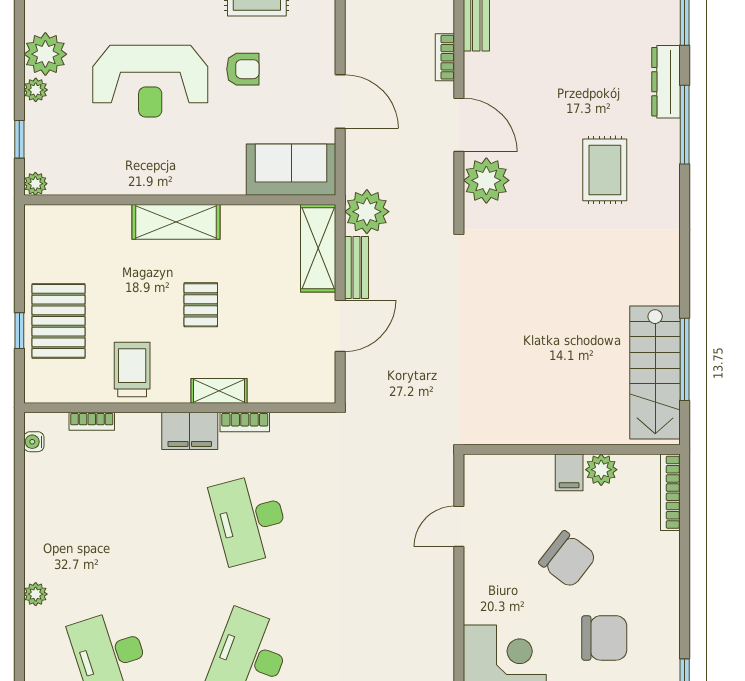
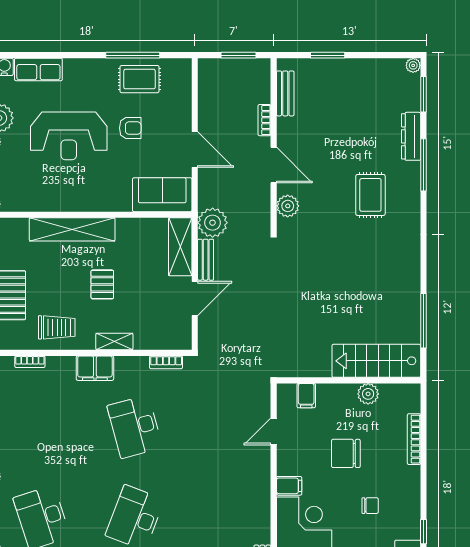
plant: (486, 180) -> (288, 206), width x0.73, depth x0.73
shelving: (176, 222) -> (72, 229), width x1.47
trolley: (132, 369) -> (57, 327), turned 90
stairs: (655, 372) -> (376, 361), moved, turned 90
bookcase: (245, 422) -> (166, 362), moved
filing cabinet: (569, 472) -> (306, 396), moved
bookcase: (670, 492) -> (414, 439), moved
chair: (568, 559) -> (346, 453), turned 142
filing cabinet: (482, 608) -> (289, 486), added
chair: (604, 638) -> (370, 506), width x0.54, depth x0.54

